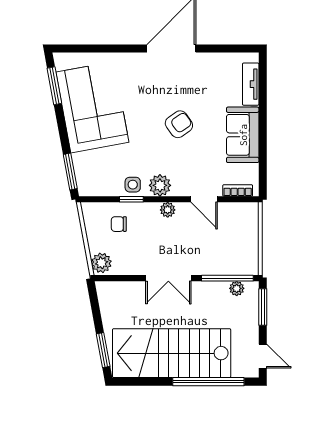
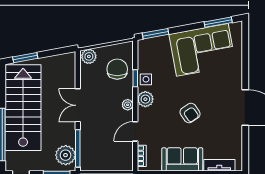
chair: (119, 224) -> (117, 69), width x1.87, depth x1.87
plant: (237, 288) -> (66, 155), width x1.88, depth x1.88

